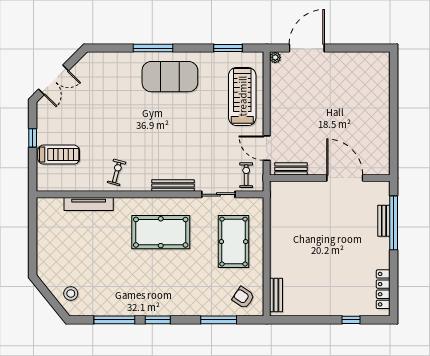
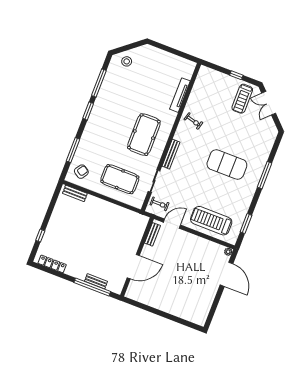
exercise mat: (170, 77) -> (227, 164), moved, turned 90
treadmill: (242, 96) -> (211, 221), turned 180
treadmill: (59, 155) -> (242, 99), moved

